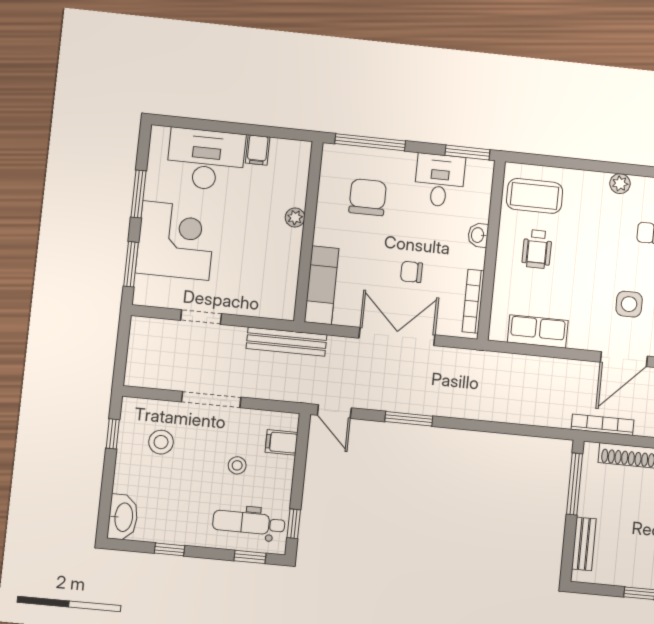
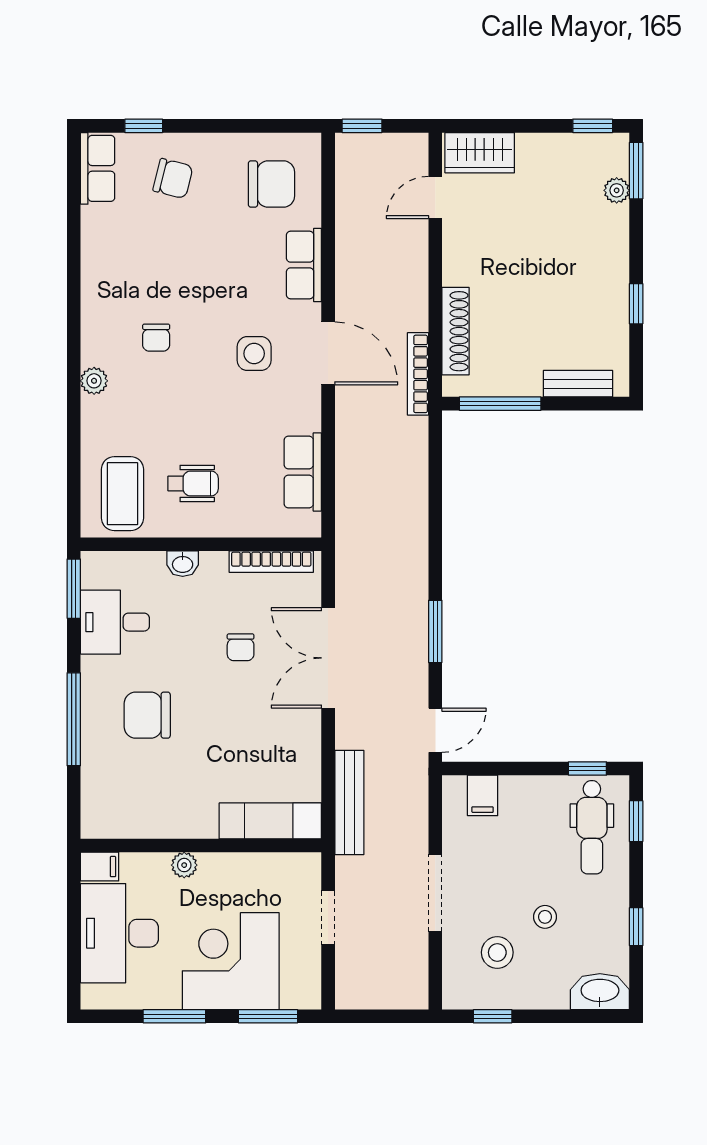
plant: (295, 218) -> (184, 865), moved
wall: (308, 232) -> (201, 846), moved
exam couch: (322, 285) -> (270, 821), moved
stool: (237, 465) -> (545, 917), moved

